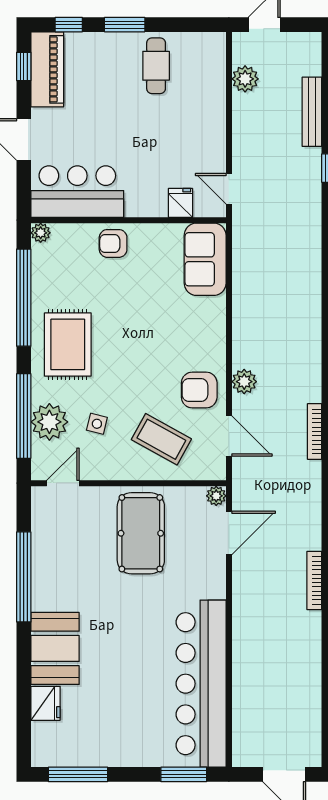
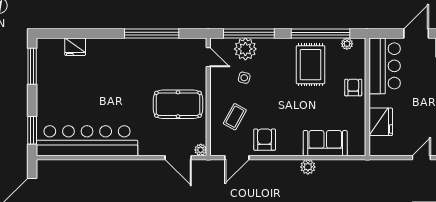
door: (229, 189) -> (421, 158), moved
fridge: (180, 203) -> (381, 122), width x1.88, depth x1.34
plant: (41, 233) -> (347, 44), moved
sofa: (205, 259) -> (325, 143), moved
rug: (68, 344) -> (311, 65), moved, turned 90
plant: (244, 382) -> (308, 167), moved
coffee table: (161, 439) -> (235, 117), width x0.73, depth x0.77
booth: (55, 648) -> (108, 52), removed

